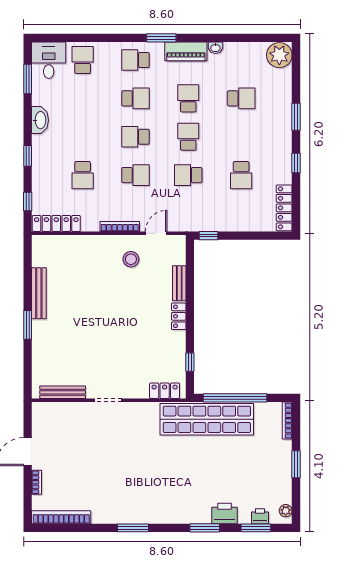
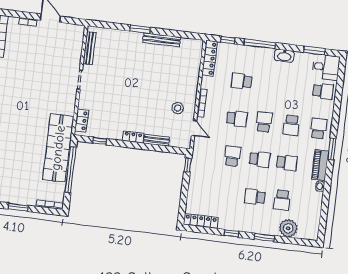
plant: (279, 55) -> (288, 228), moved
window: (28, 156) -> (260, 44), width x2.17
school desk: (135, 175) -> (237, 119), turned -90
school desk: (241, 175) -> (255, 197), moved

